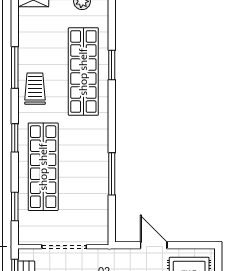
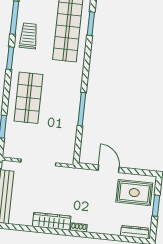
window: (15, 138) -> (10, 58), moved
shop shelf: (43, 167) -> (28, 98), width x0.71

